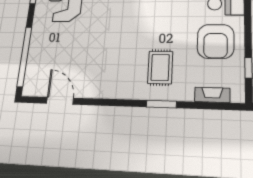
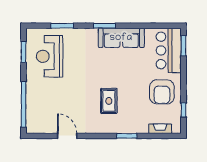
rug: (160, 67) -> (109, 101), moved
door: (60, 101) -> (67, 136), moved

